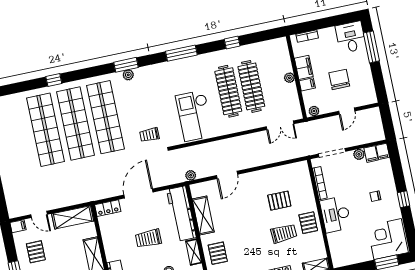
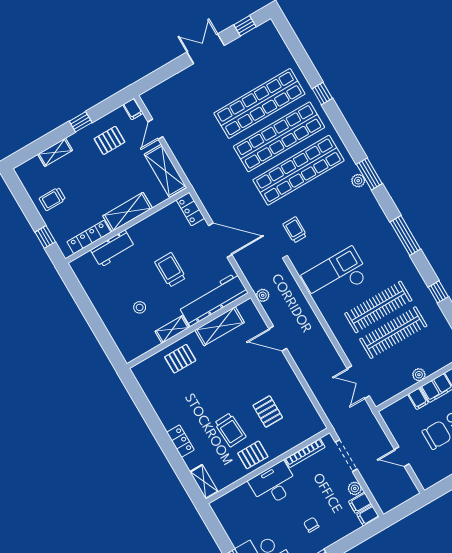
plant: (314, 111) -> (389, 417), removed

